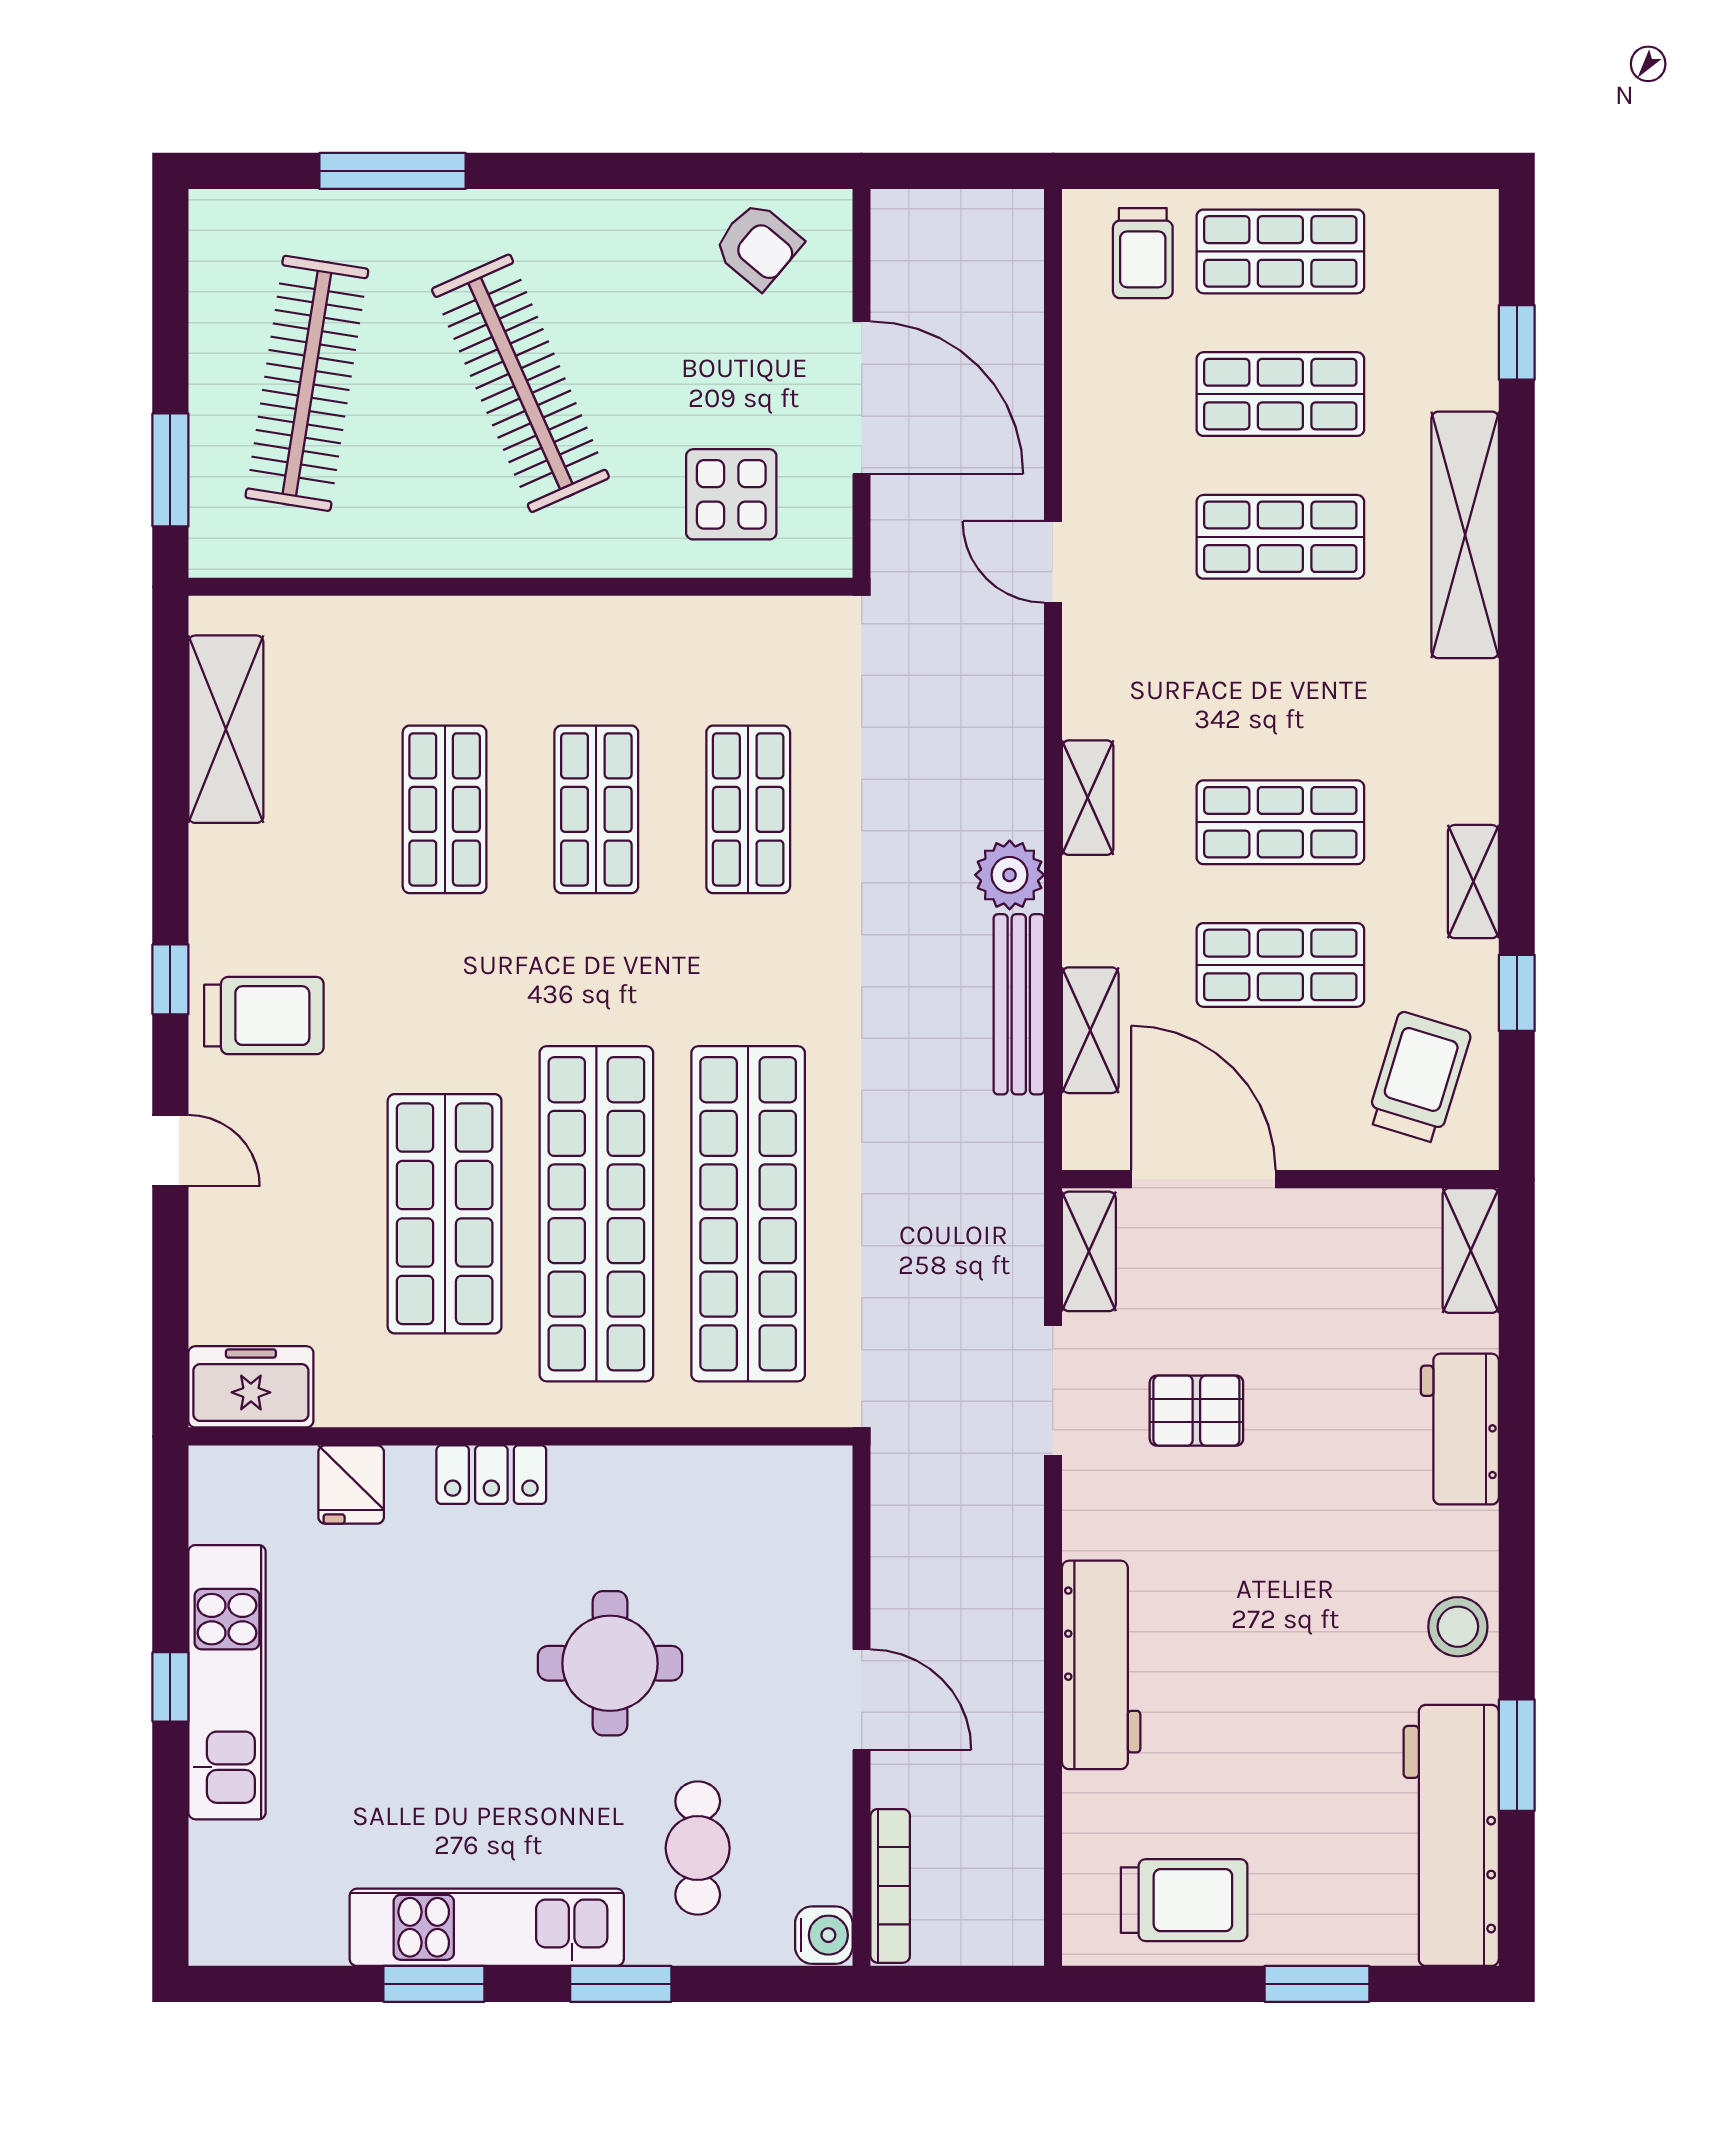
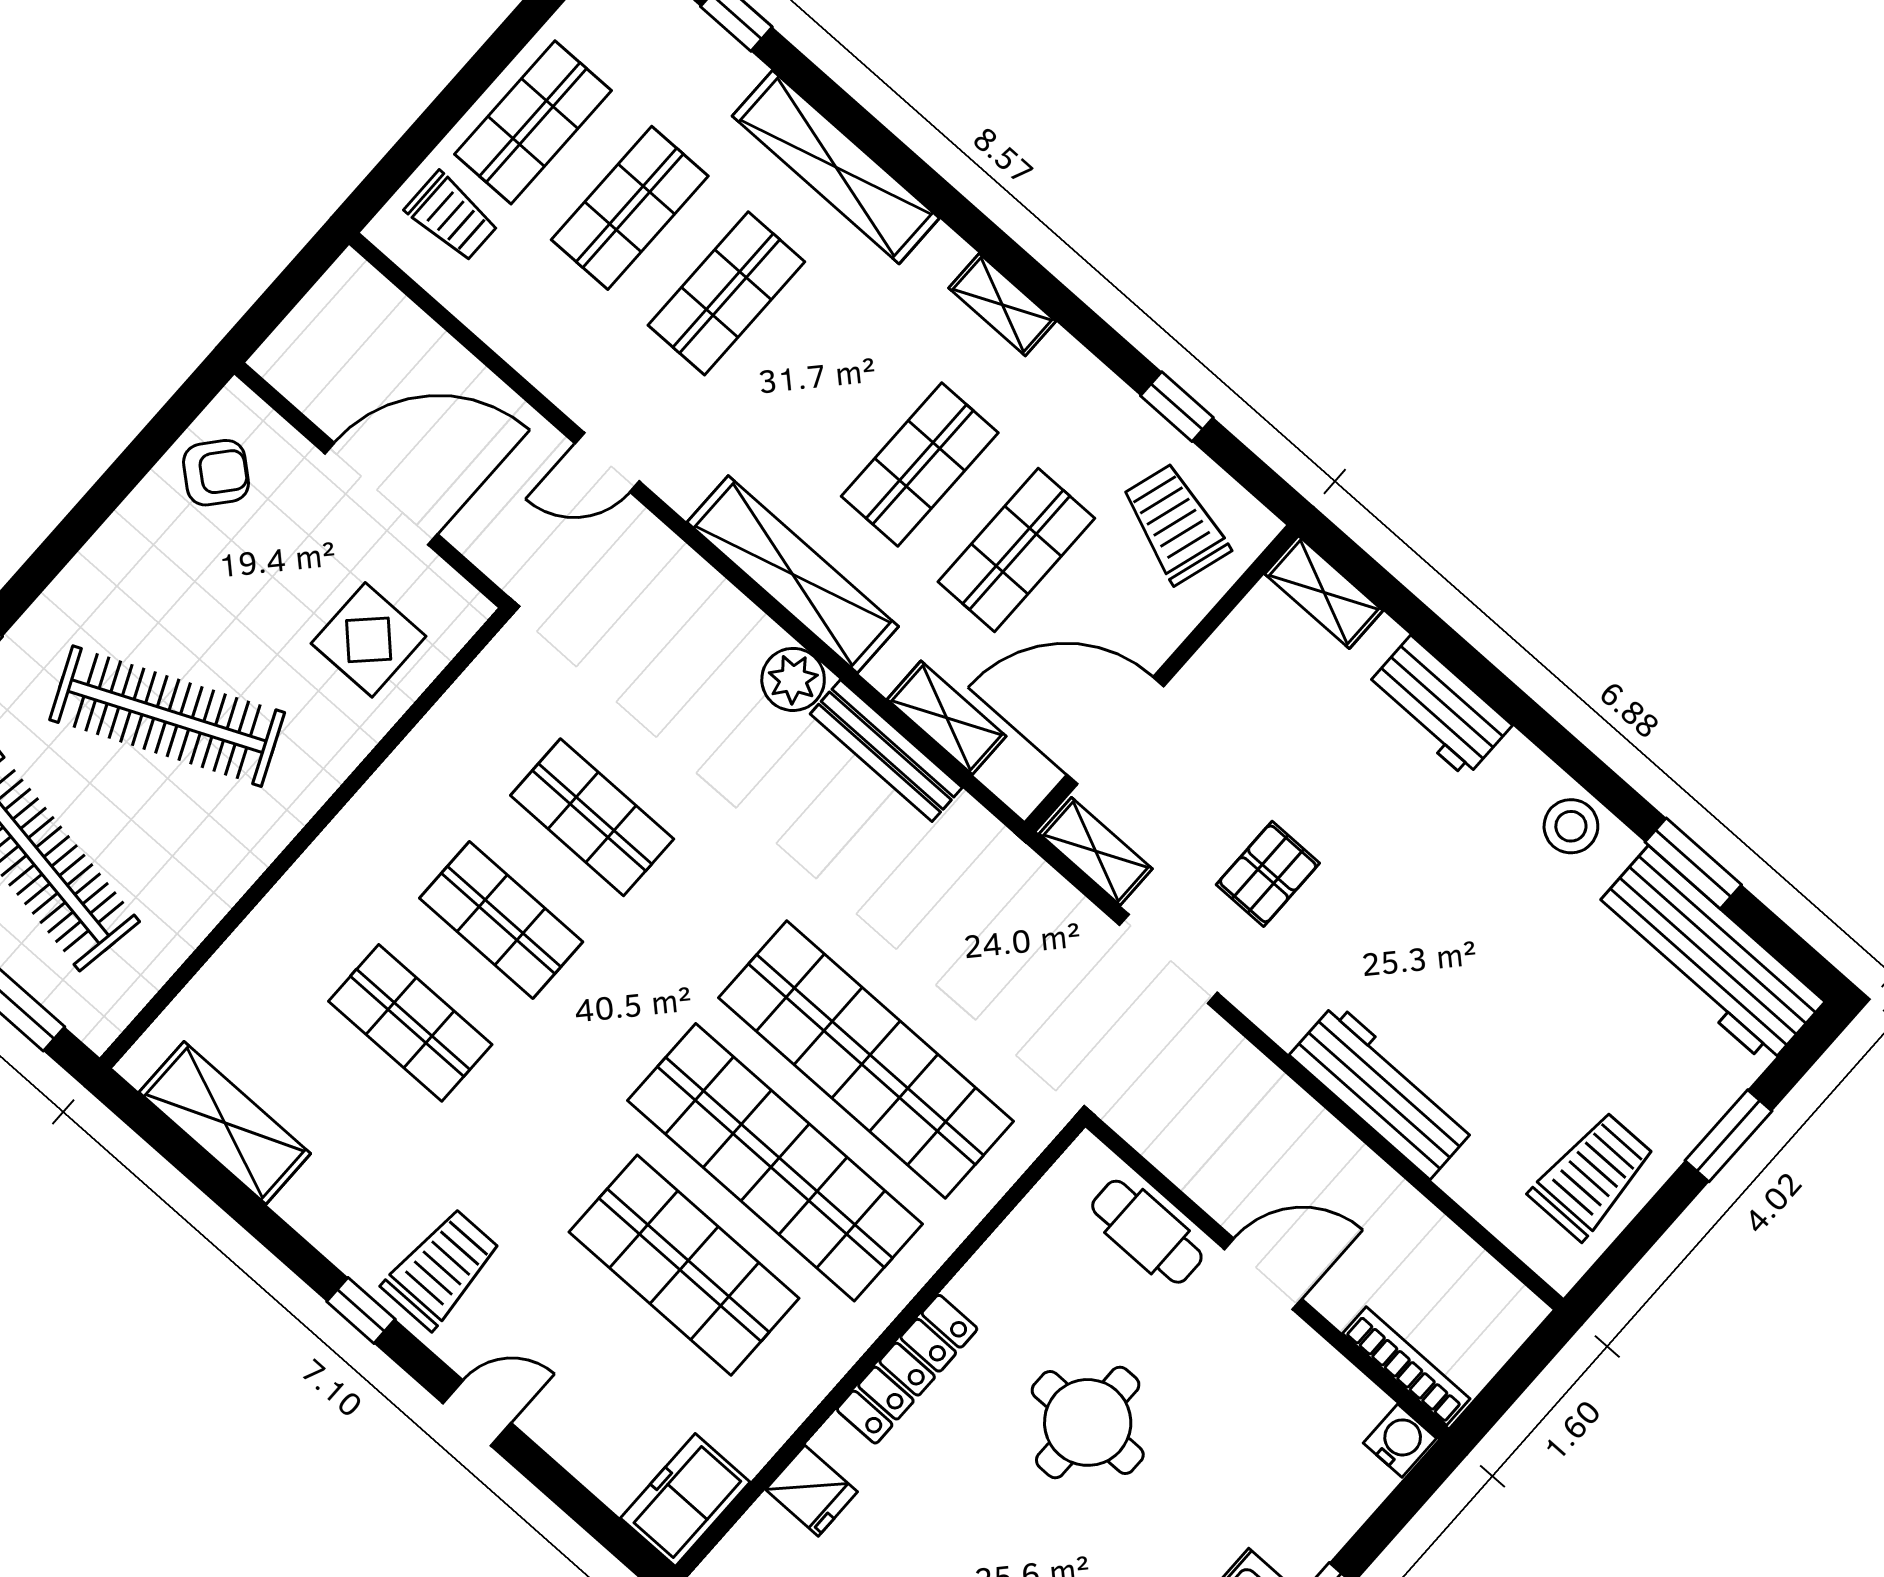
shelving: (1088, 798) -> (793, 574), width x2.20, depth x1.33
shelving: (1473, 882) -> (1002, 305), moved
locker: (491, 1475) -> (907, 1369), width x1.53
cafe table: (698, 1848) -> (1147, 1232), moved

